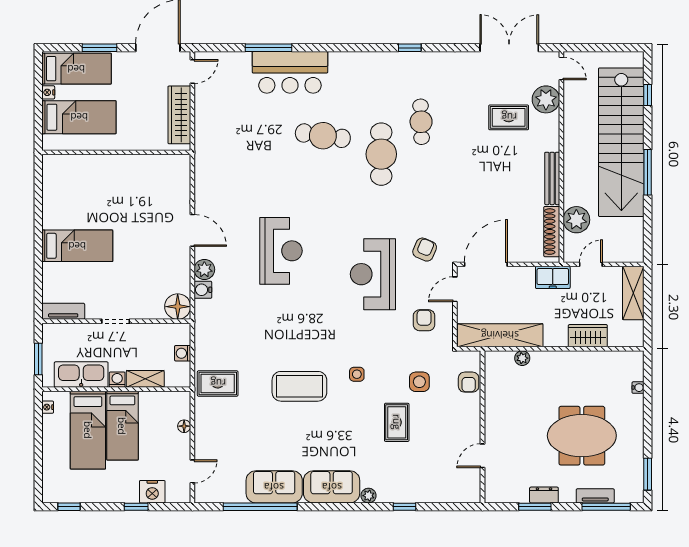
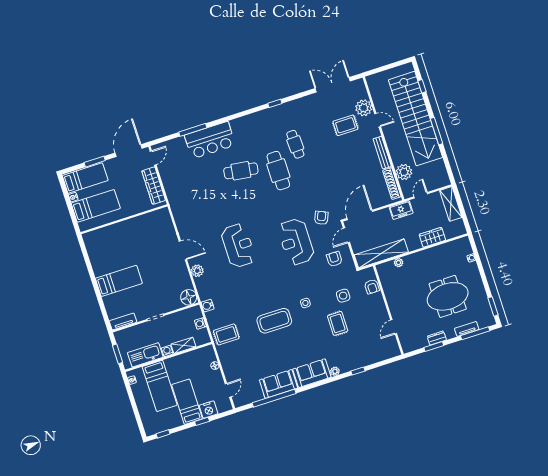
door: (561, 68) -> (378, 120), moved
water cooler: (203, 290) -> (208, 306), moved
bed: (122, 426) -> (187, 402), moved, turned 180

